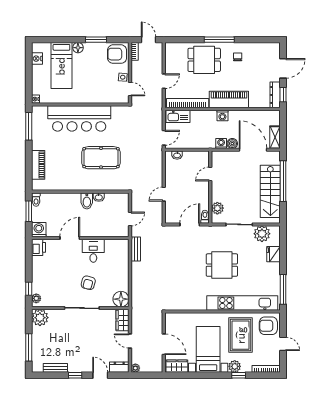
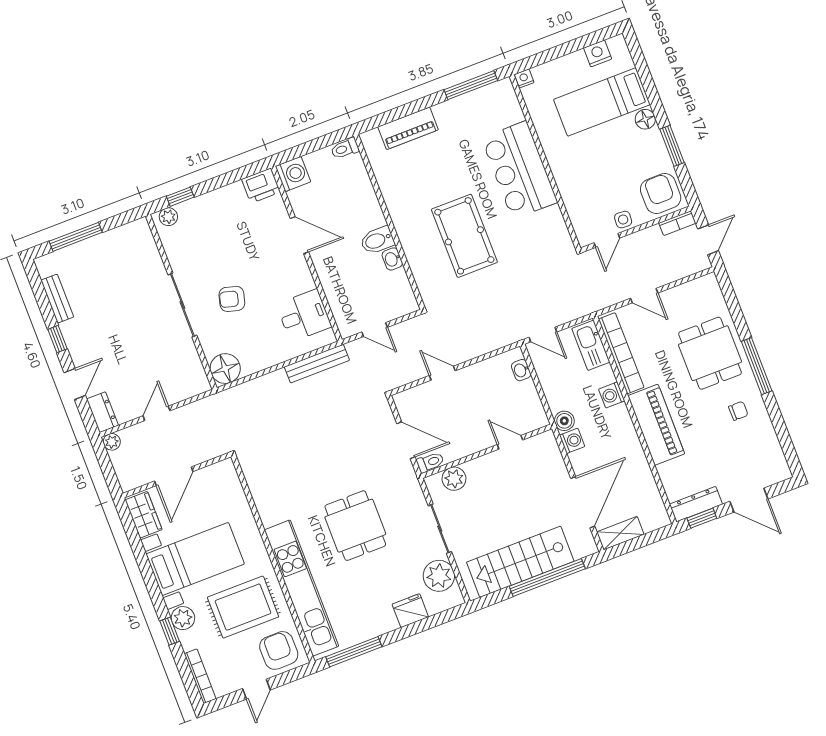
washing machine: (222, 116) -> (612, 395), moved
bar counter: (79, 118) -> (519, 170), width x0.73
boiler: (232, 144) -> (564, 421), moved
window: (29, 211) -> (319, 143), removed
bench: (136, 249) -> (317, 364), width x1.36
desk: (93, 251) -> (304, 316), moved
plant: (40, 318) -> (137, 236), removed
wardrobe: (122, 320) -> (189, 386), removed

